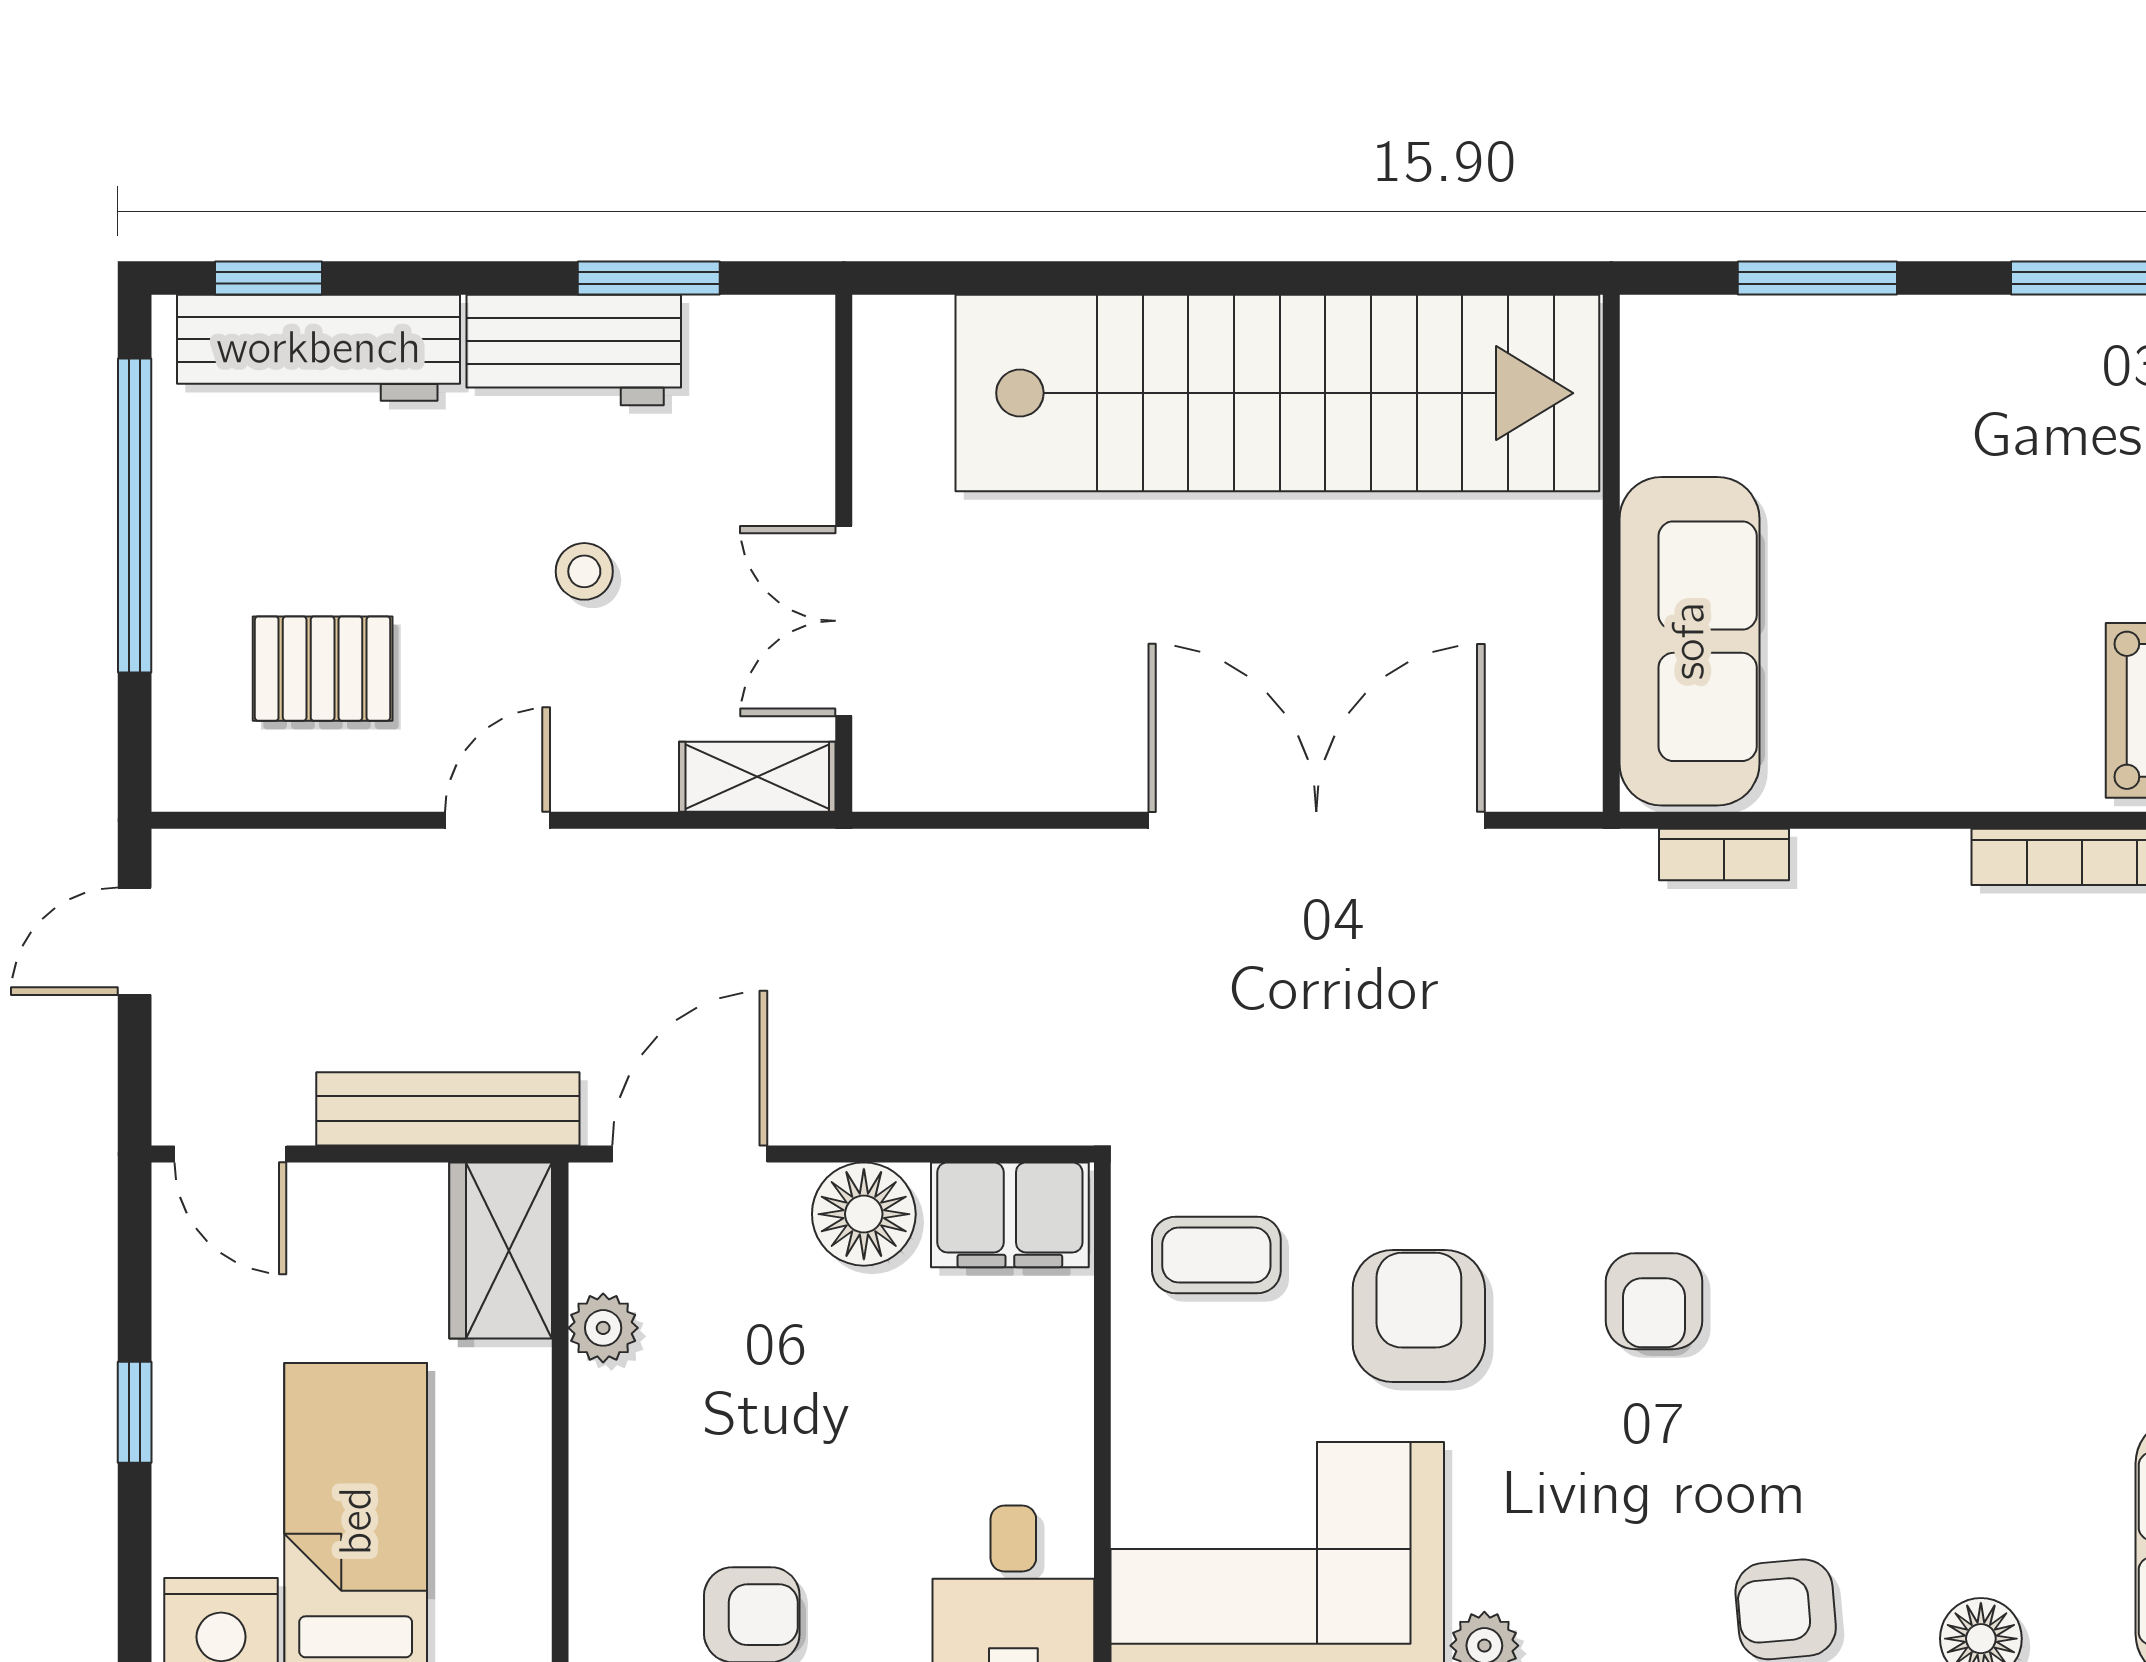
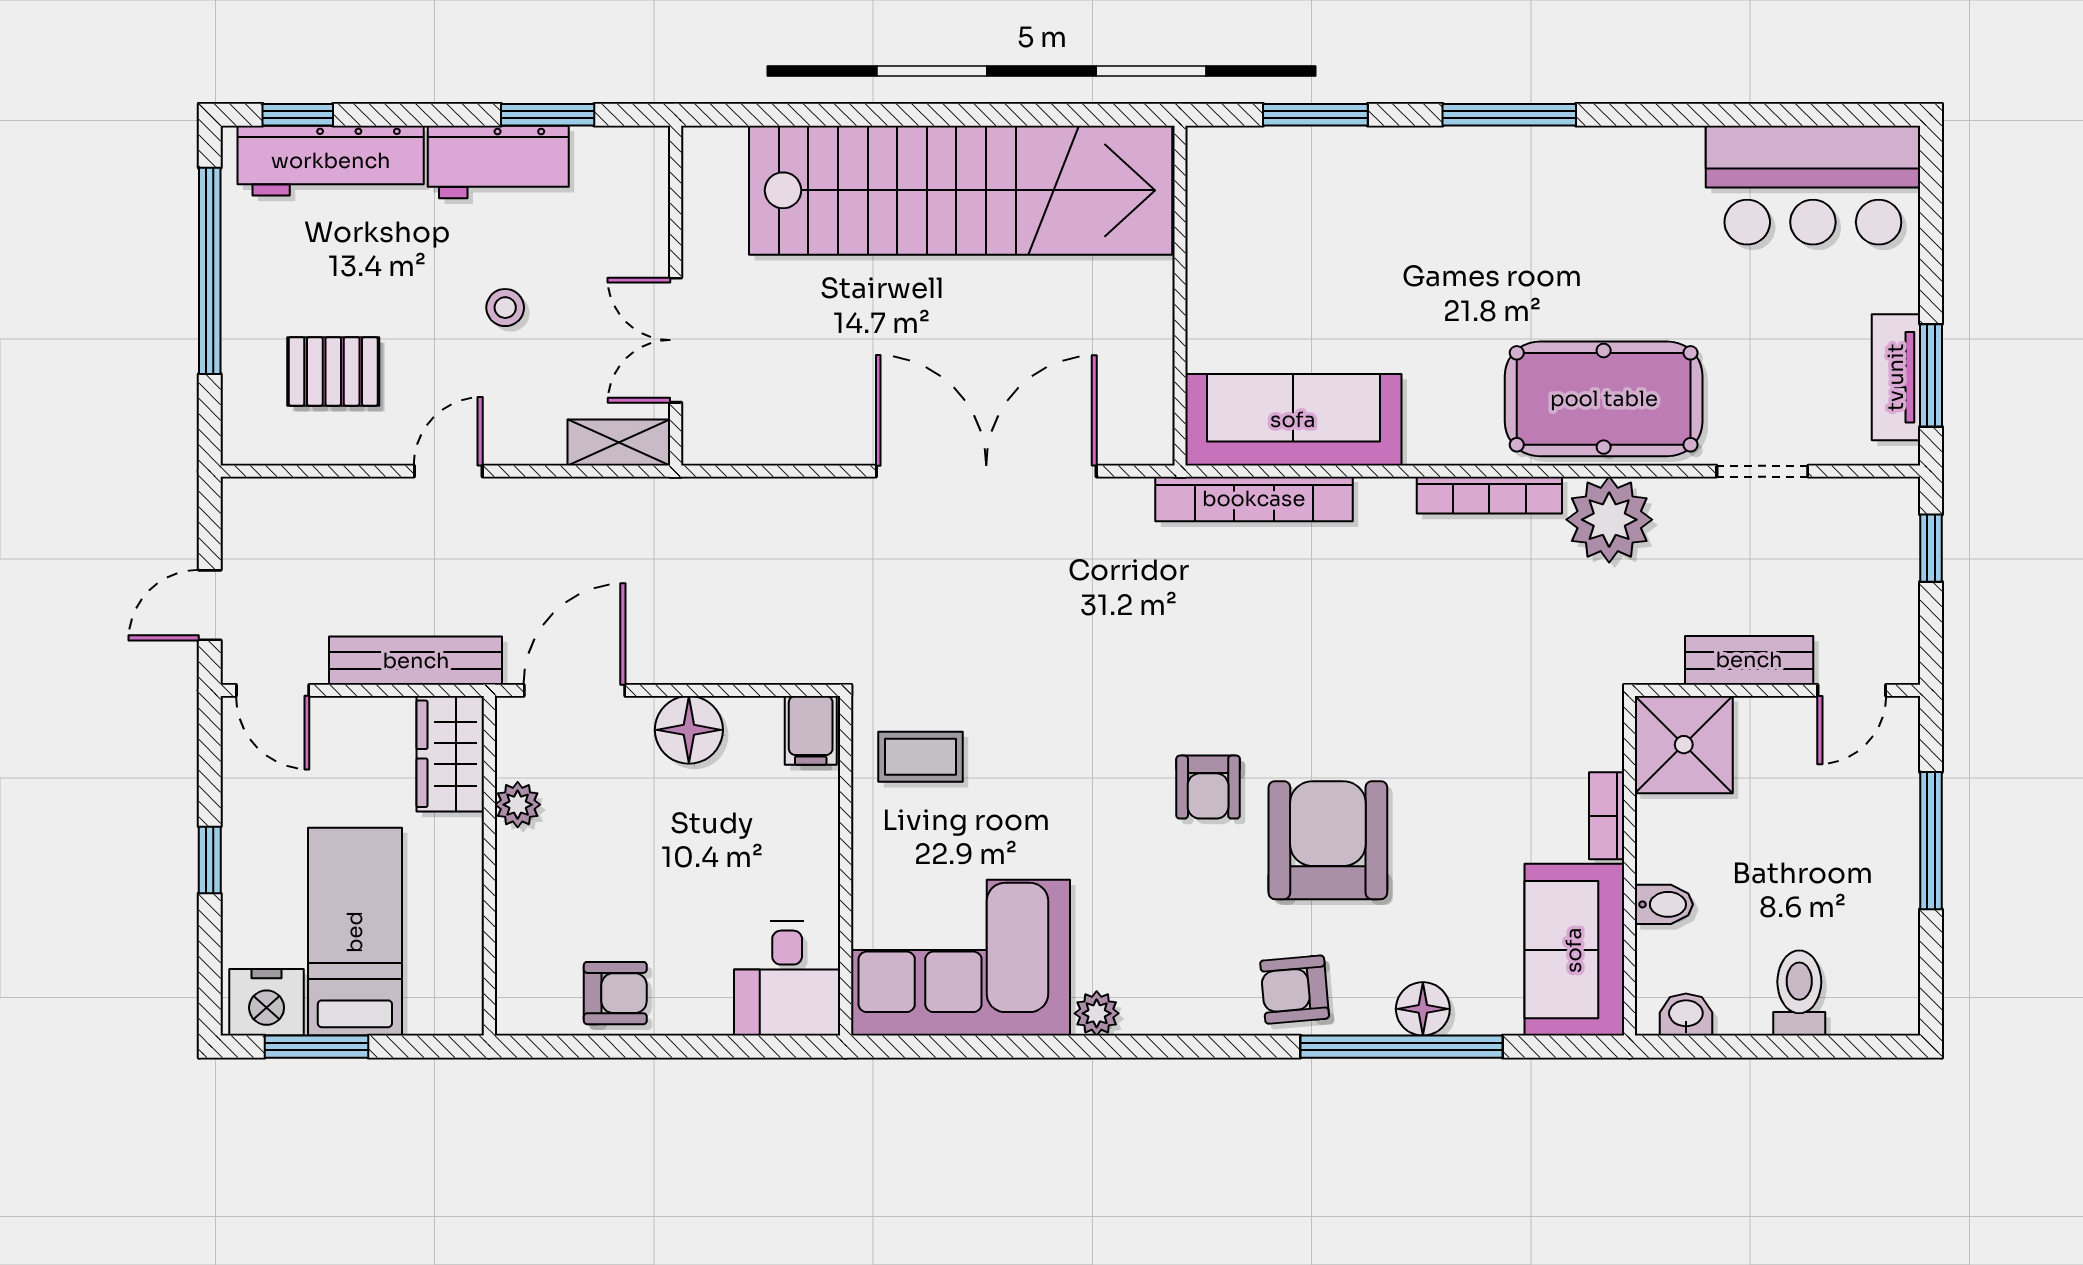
sofa: (1689, 641) -> (1293, 420), moved, turned -90
bookcase: (1724, 855) -> (1254, 499), width x2.31, depth x1.31
door: (135, 941) -> (210, 605), moved
filing cabinet: (1010, 1215) -> (811, 730), width x0.50
armchair: (1419, 1316) -> (1328, 840), moved, width x1.36, depth x1.36

